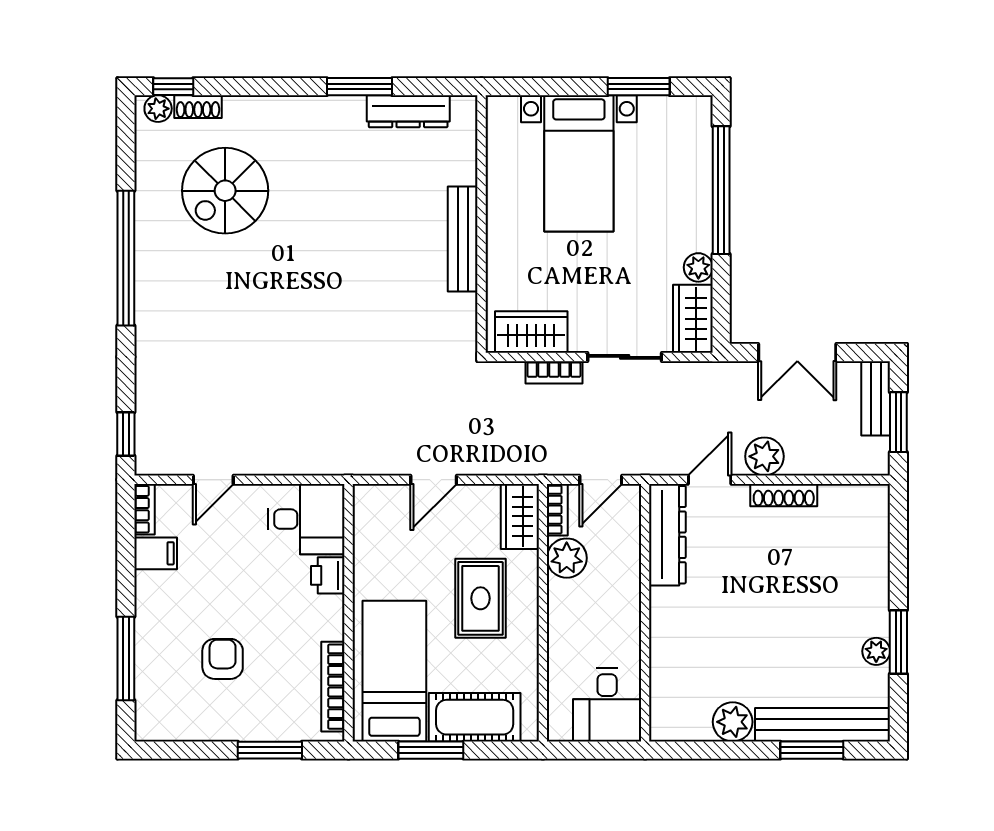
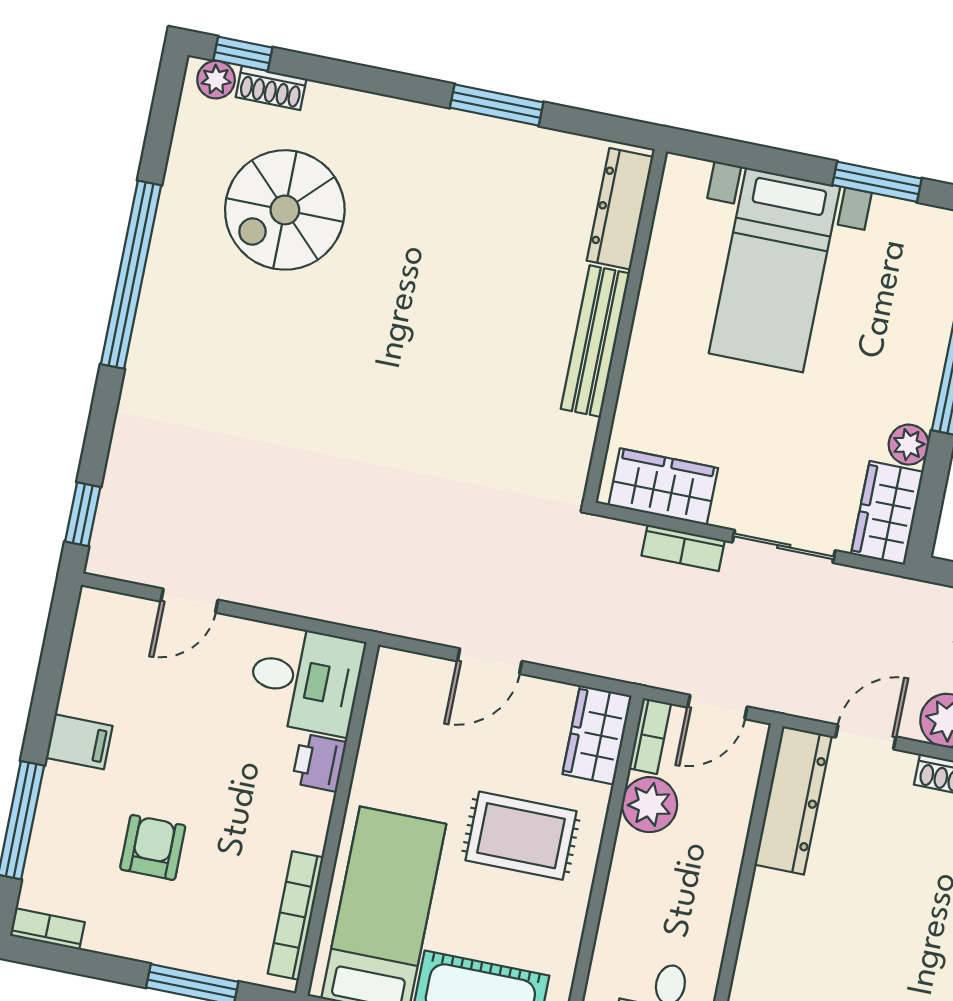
dresser: (408, 111) -> (620, 209), moved, turned 90
bookcase: (145, 509) -> (47, 929), moved, turned -90
filing cabinet: (156, 553) -> (79, 742), moved
rug: (480, 598) -> (521, 836), turned 90

